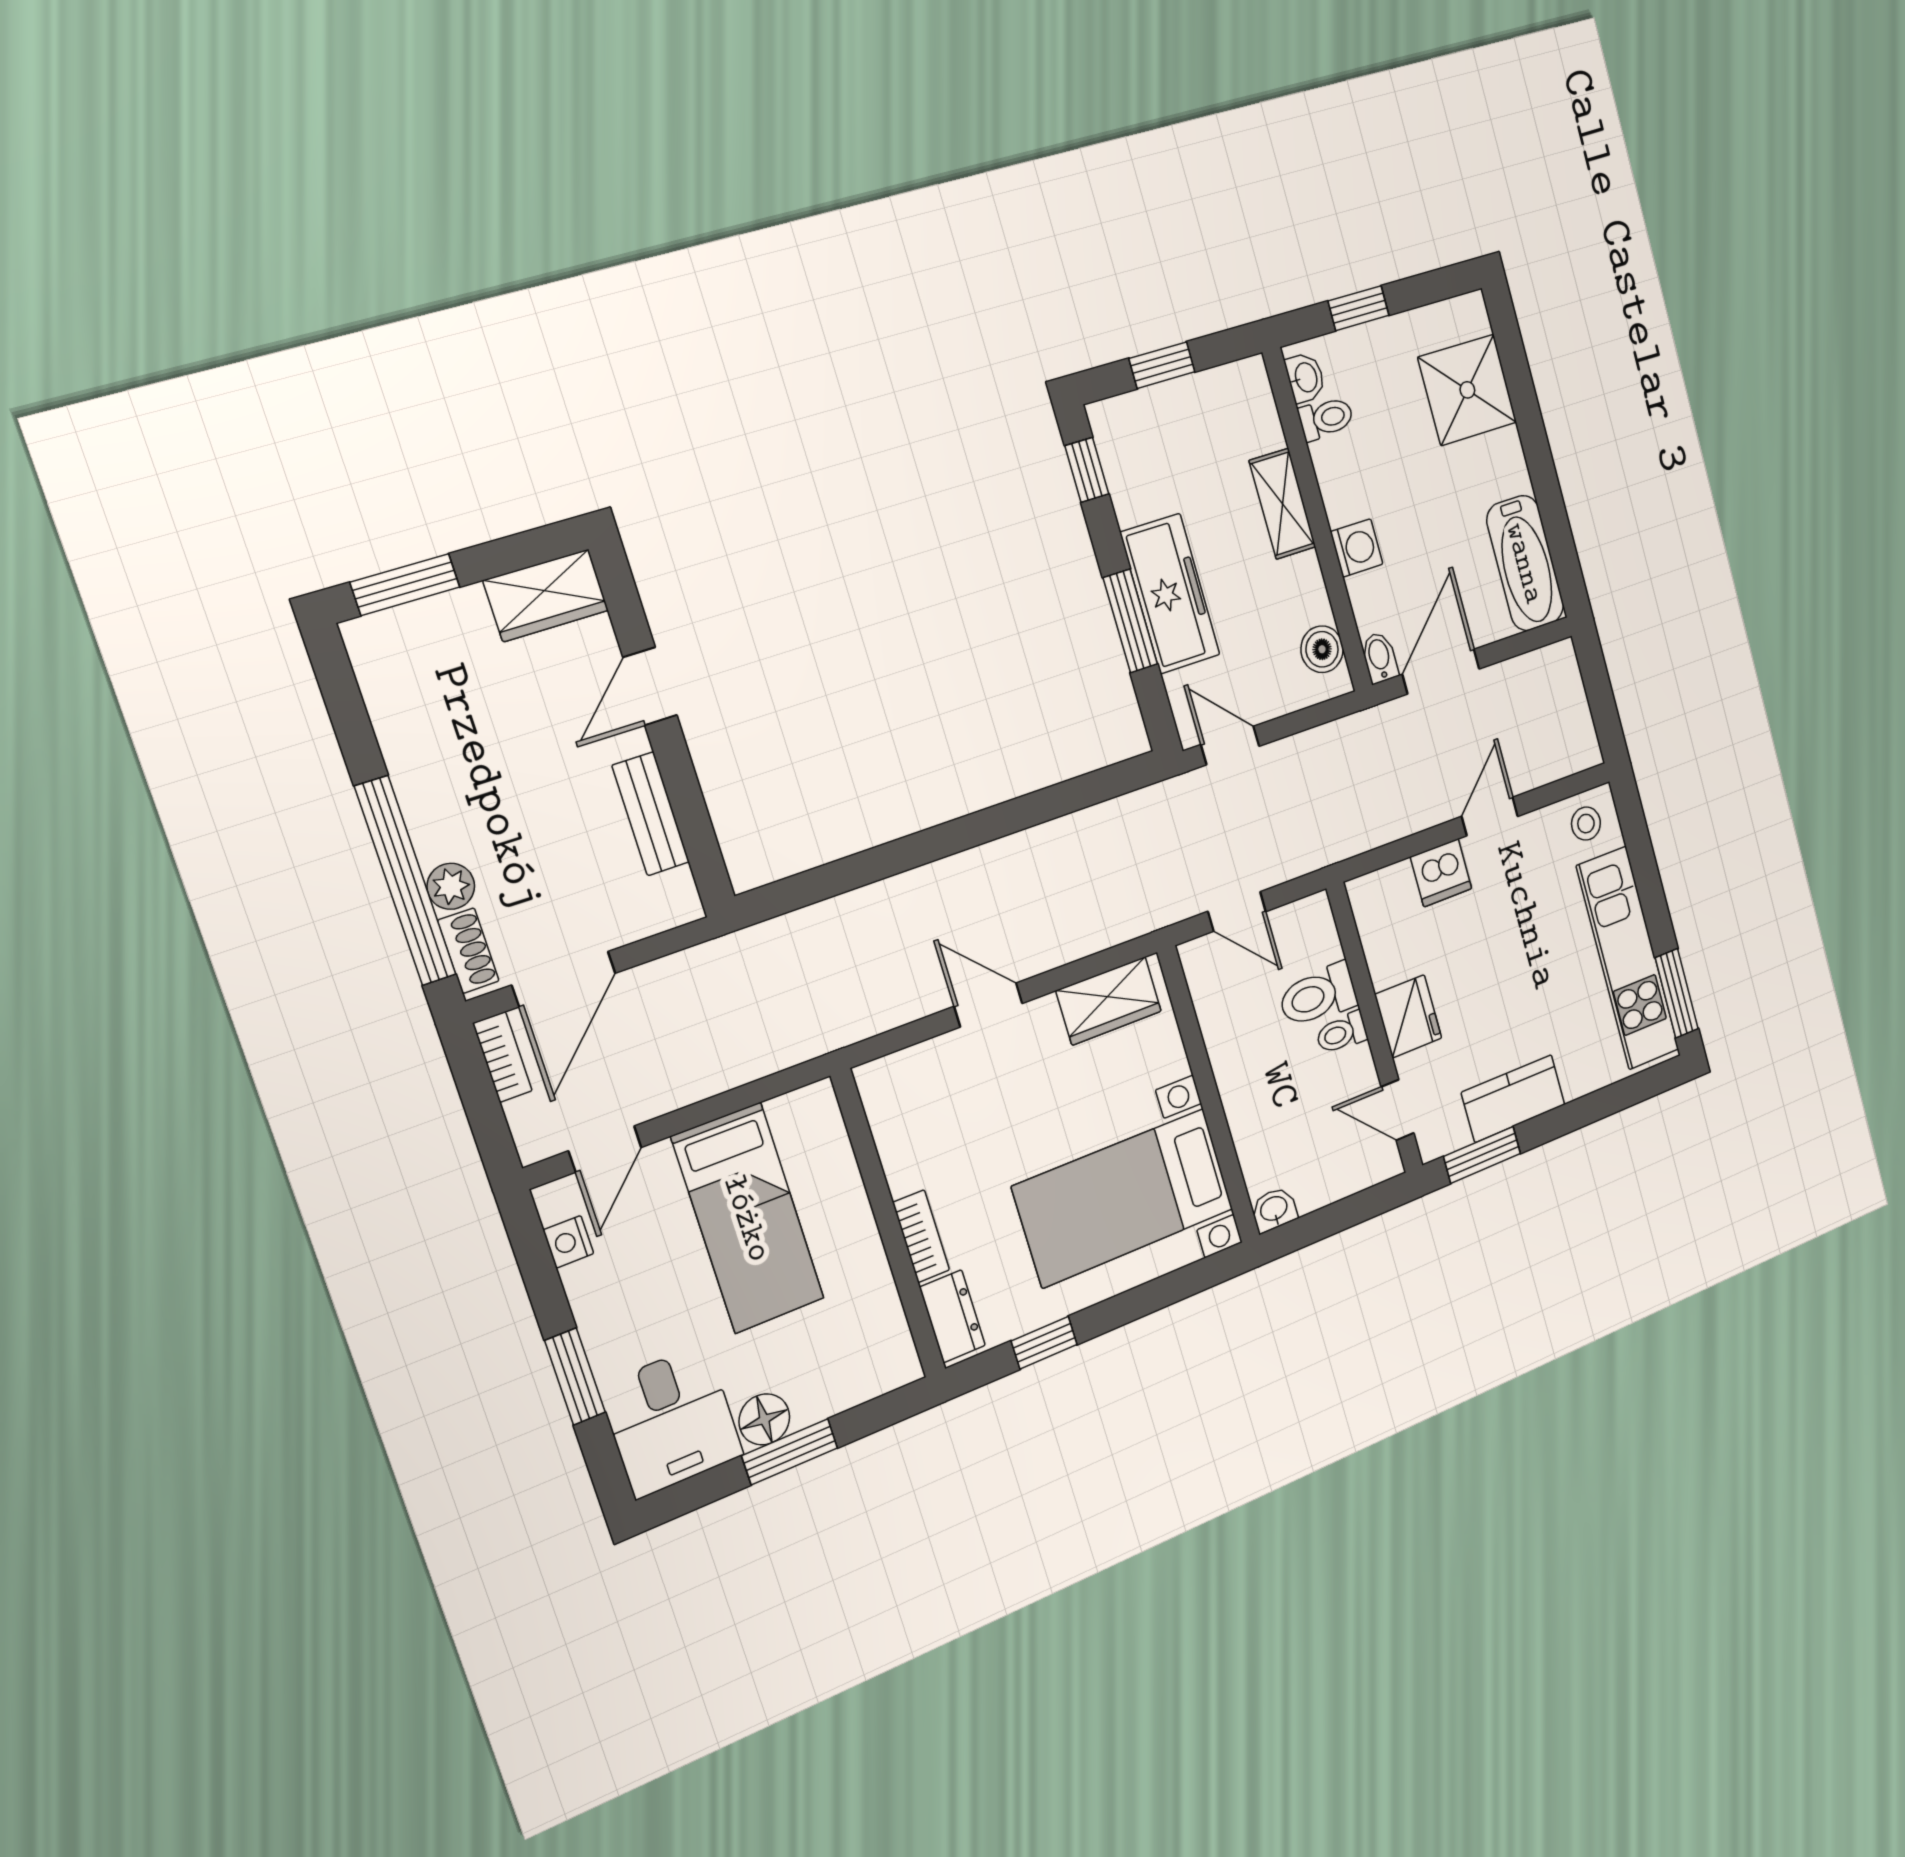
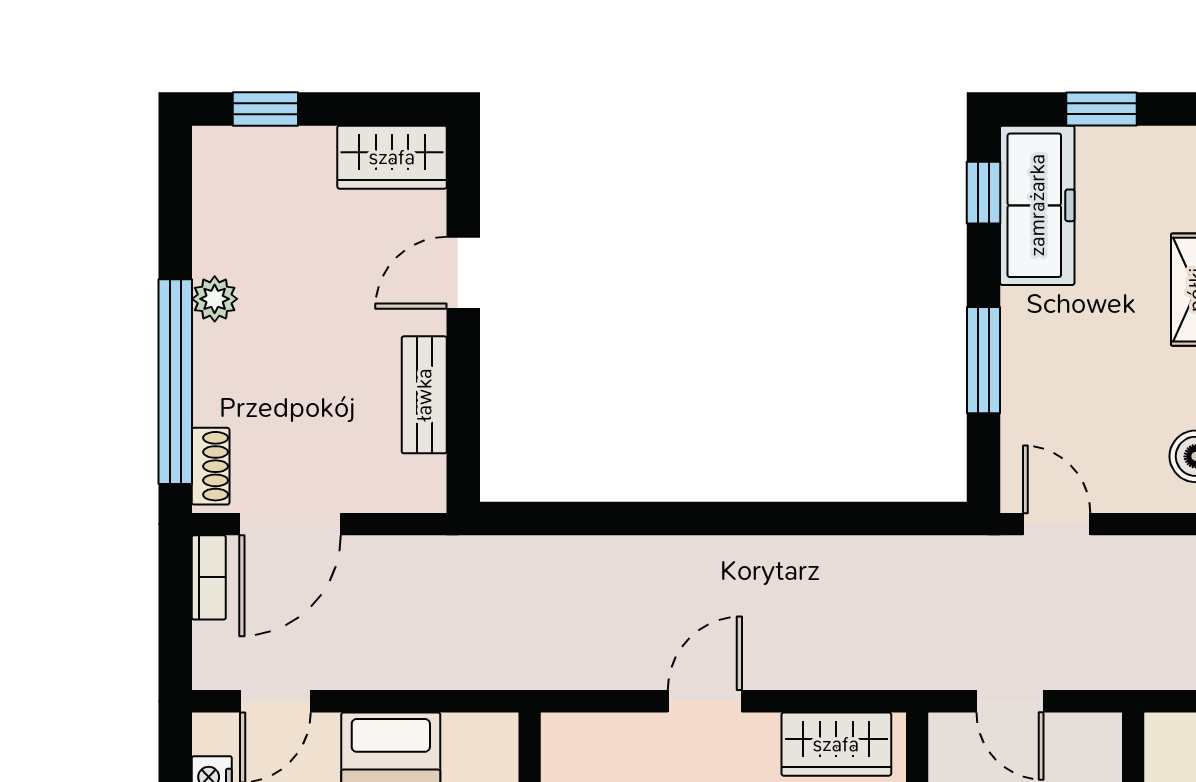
window: (405, 585) -> (265, 109), width x0.67
freezer: (1170, 594) -> (1037, 205), moved
plant: (451, 886) -> (215, 299), moved
door: (988, 1005) -> (705, 701), hinge flipped

